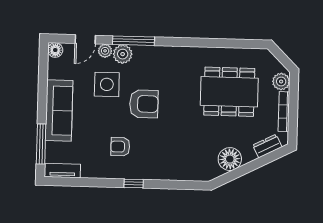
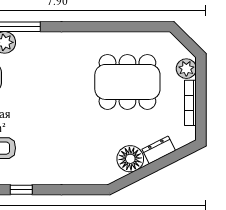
armchair: (144, 104) -> (30, 99), removed
dresser: (267, 146) -> (159, 150), moved

